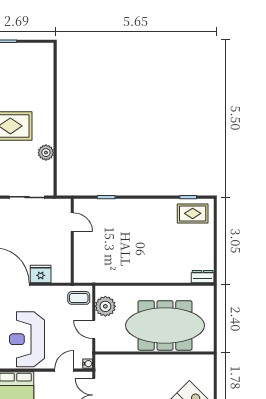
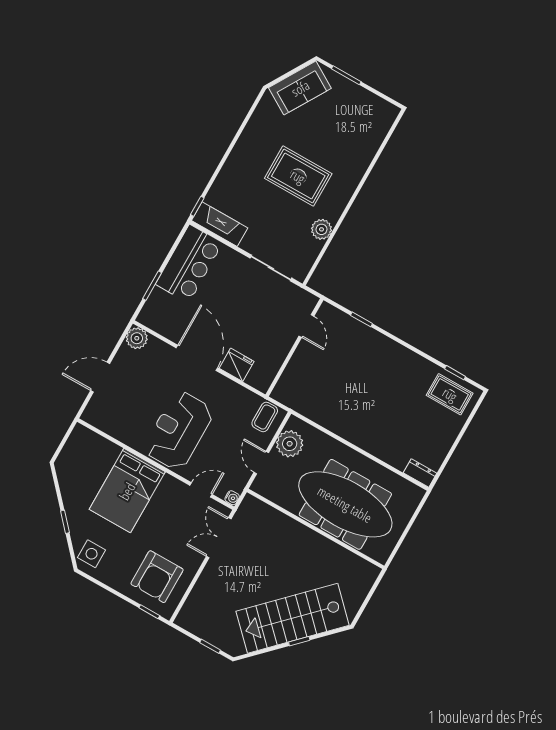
coffee table: (79, 298) -> (265, 417), turned 90

